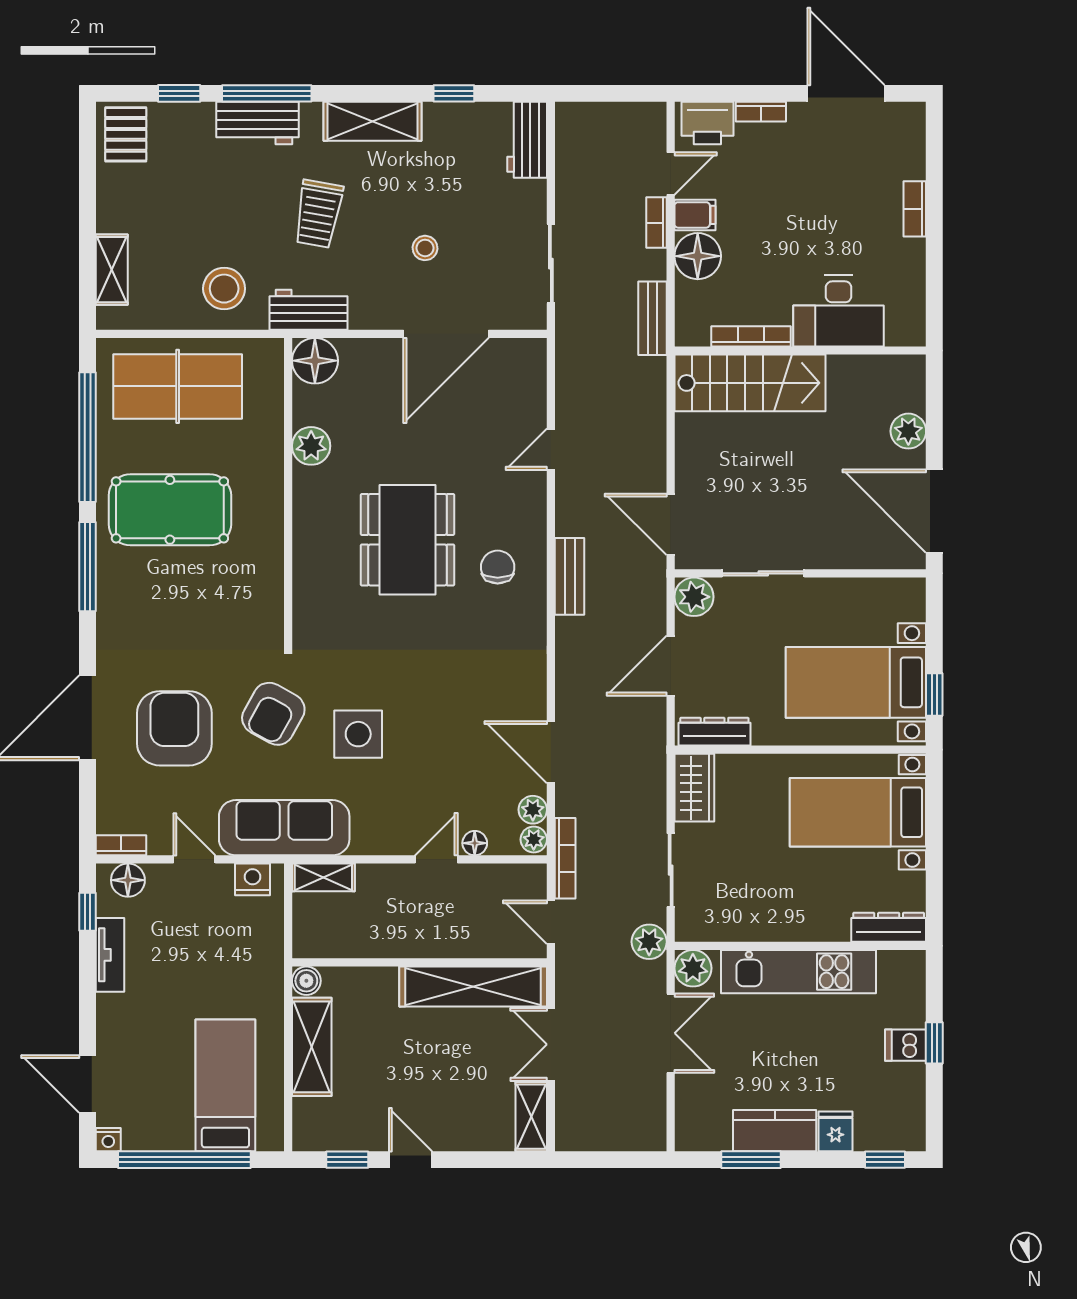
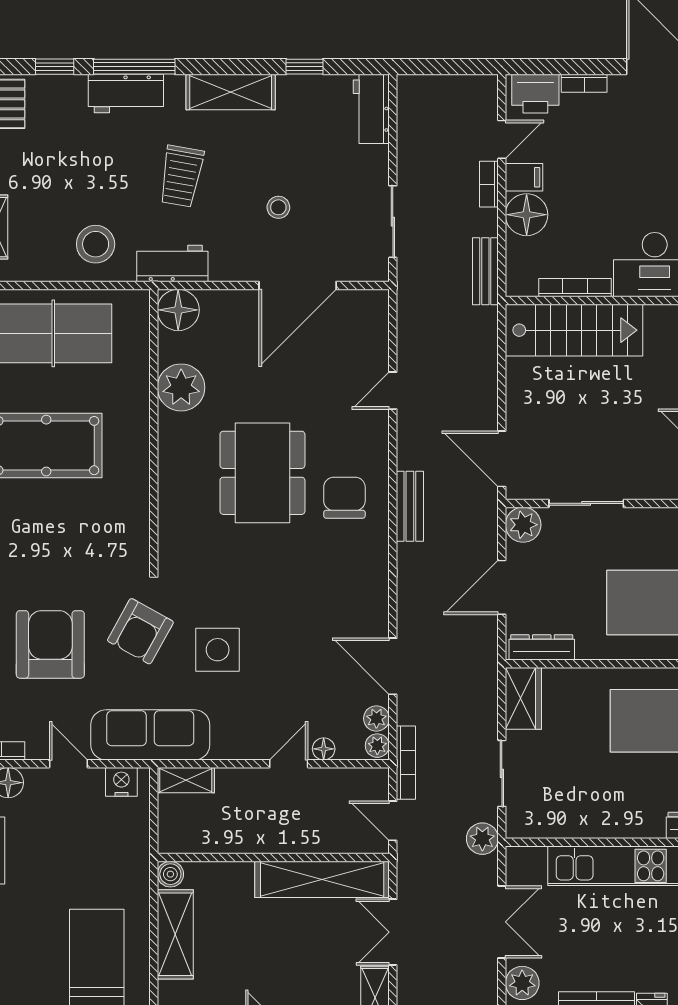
plant: (311, 446) -> (181, 387), width x1.36, depth x1.36
chair: (498, 567) -> (344, 498), width x1.37, depth x1.37
plant: (693, 968) -> (522, 983), moved

